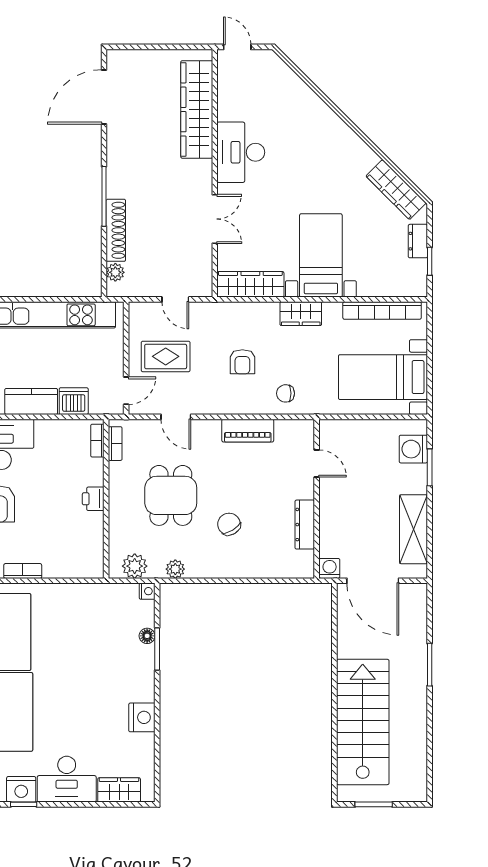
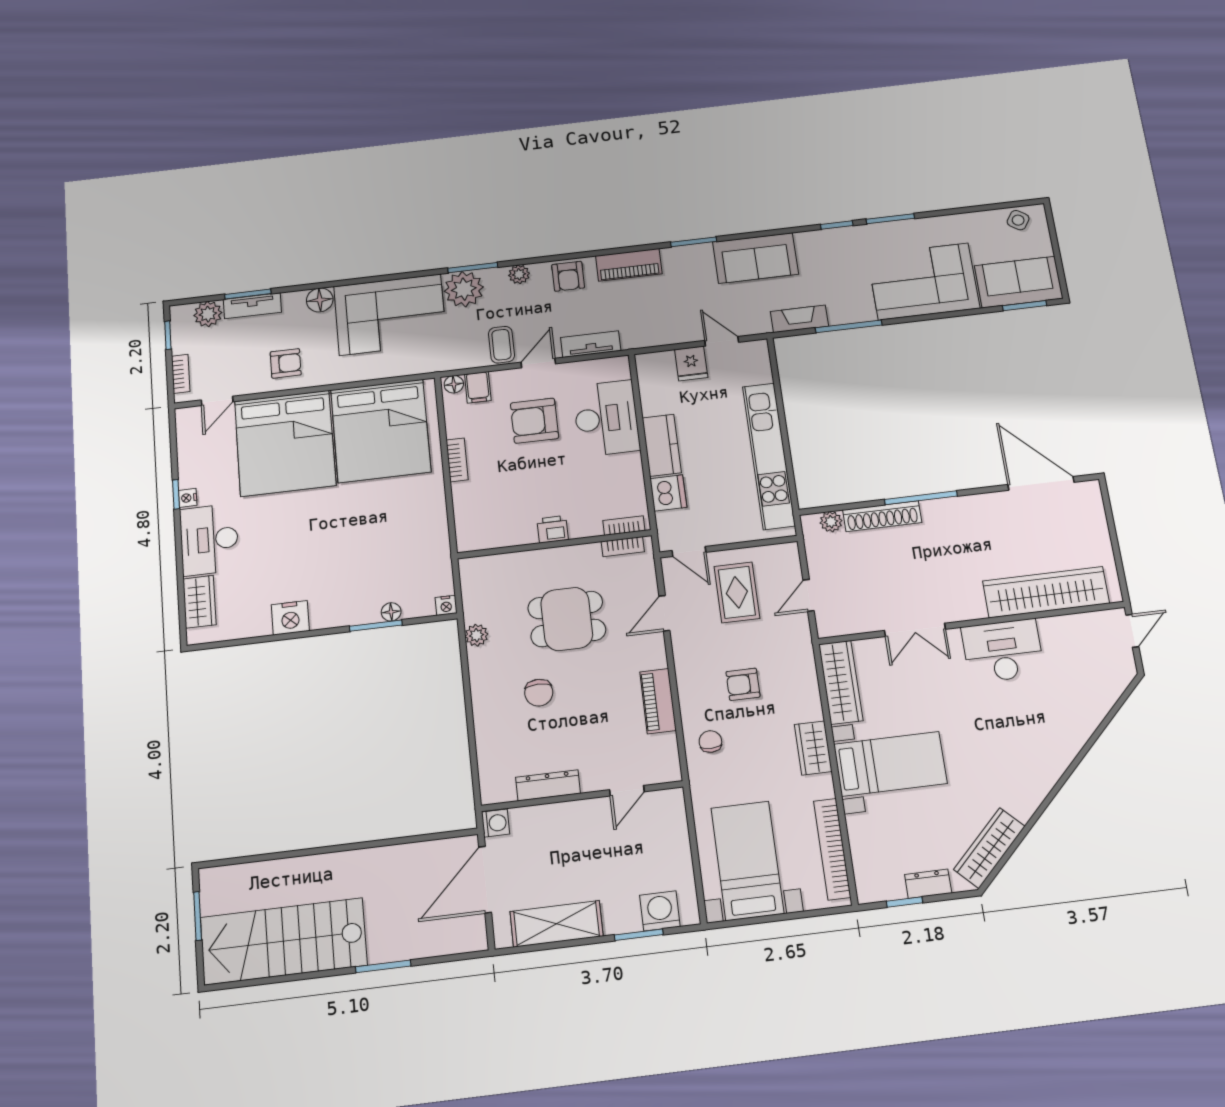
chair: (229, 524) -> (539, 693), turned 121
plant: (135, 566) -> (476, 587), removed
stairs: (363, 722) -> (284, 941), moved, turned 180
nightstand: (21, 789) -> (188, 498), width x0.53, depth x0.56

